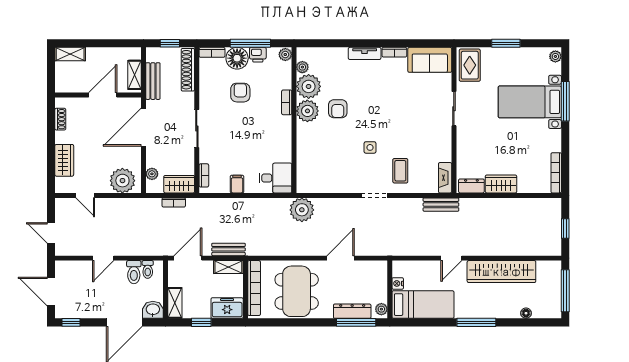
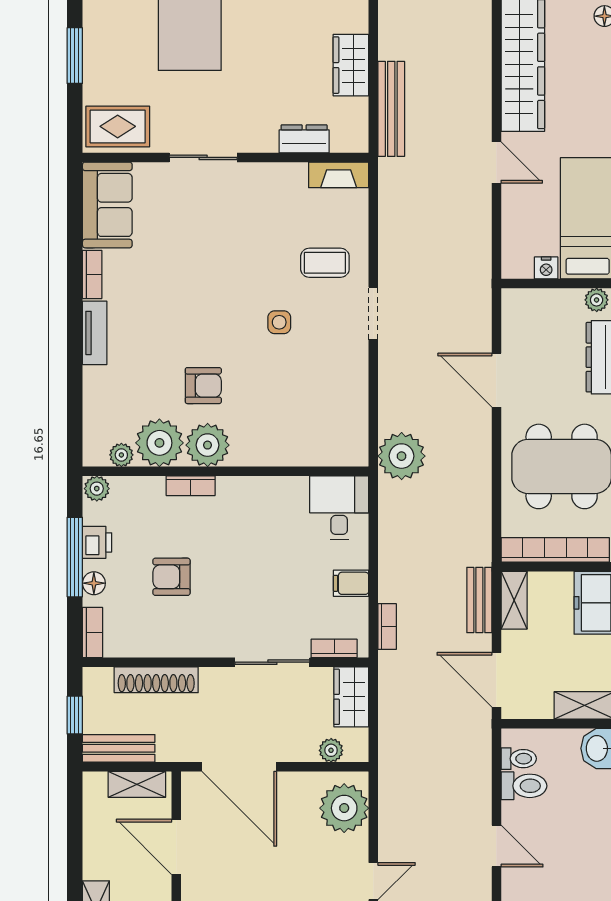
floor lamp: (237, 58) -> (94, 583), width x0.53, depth x0.53
shoe rack: (188, 70) -> (156, 680), moved
bench: (153, 81) -> (119, 748), moved
sliding door: (197, 128) -> (272, 662), moved
dresser: (471, 186) -> (304, 139), moved, turned 90
bookcase: (174, 202) -> (387, 627), moved
bench: (441, 205) -> (391, 109), moved, width x1.36

